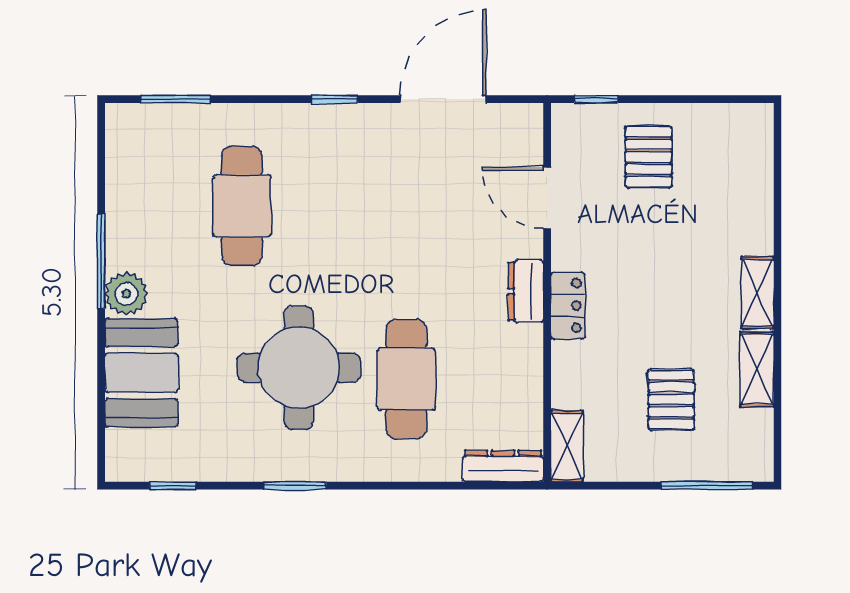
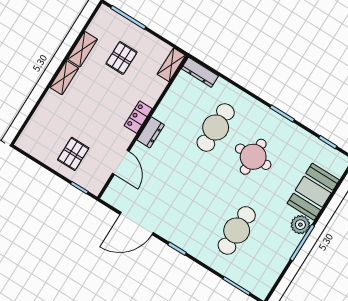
round table: (299, 368) -> (253, 157), width x0.73, depth x0.73

